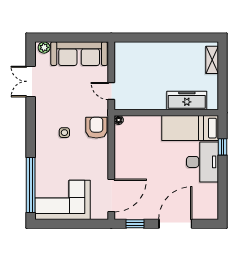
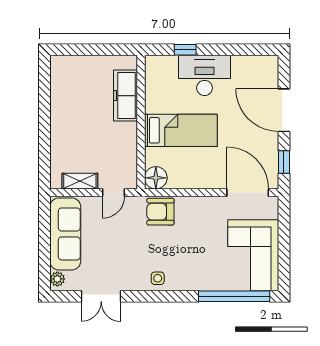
shelving: (212, 60) -> (80, 181), moved
floor lamp: (119, 120) -> (156, 178), width x1.89, depth x1.89
bed: (190, 128) -> (181, 130), moved, turned -90
side table: (64, 133) -> (158, 278), moved

